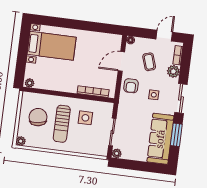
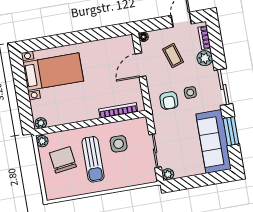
armchair: (131, 86) -> (169, 101), moved
plant: (21, 141) -> (42, 141), moved

